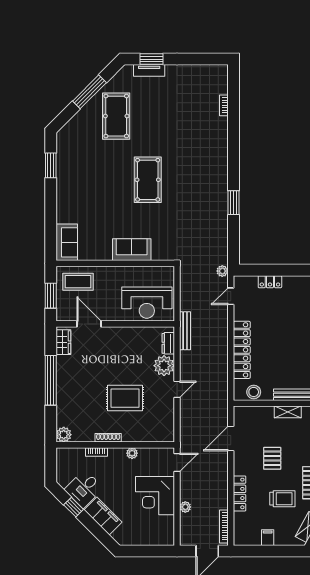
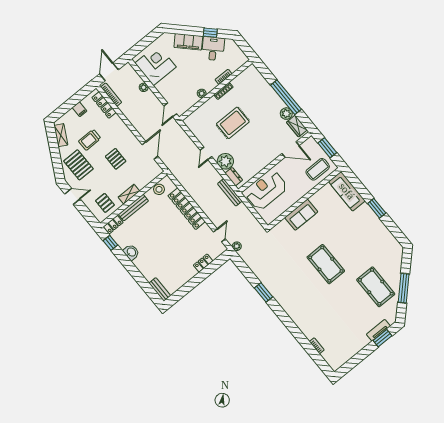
window: (51, 165) -> (377, 208), moved
sofa: (67, 242) -> (347, 191), width x1.36
plant: (64, 435) -> (286, 114), moved
locker: (240, 493) -> (104, 105), moved
corner desk: (155, 496) -> (156, 65), moved

